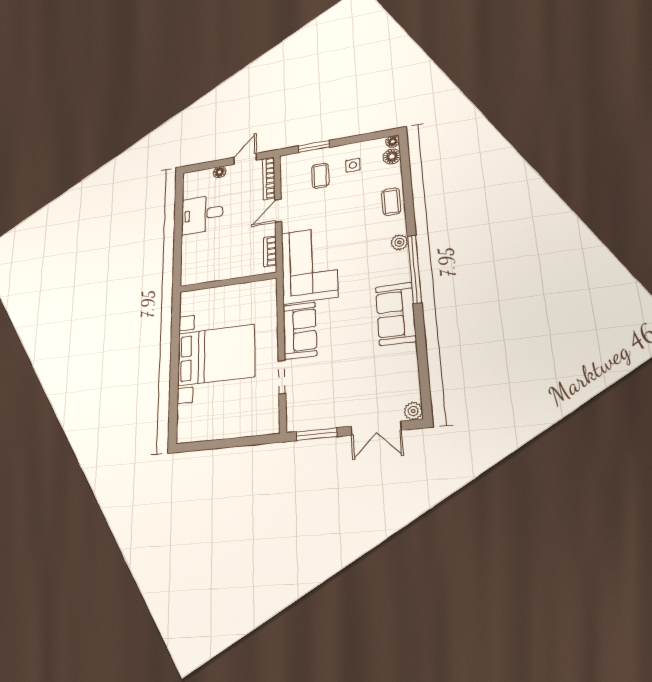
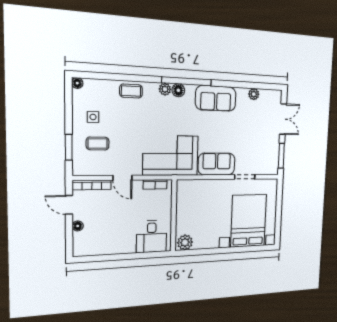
floor lamp: (392, 156) -> (178, 90), moved
desk: (202, 214) -> (152, 236), moved
plant: (190, 304) -> (185, 242), added
bed with nightstands: (216, 355) -> (249, 221), moved
plant: (413, 411) -> (254, 94), moved

